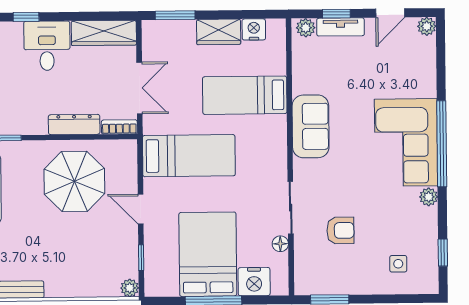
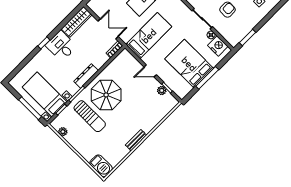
dresser: (74, 124) -> (86, 76), moved
parasol: (74, 181) -> (106, 95), moved
nightstand: (254, 282) -> (218, 46), moved, turned -90
plant: (130, 288) -> (162, 90), moved

